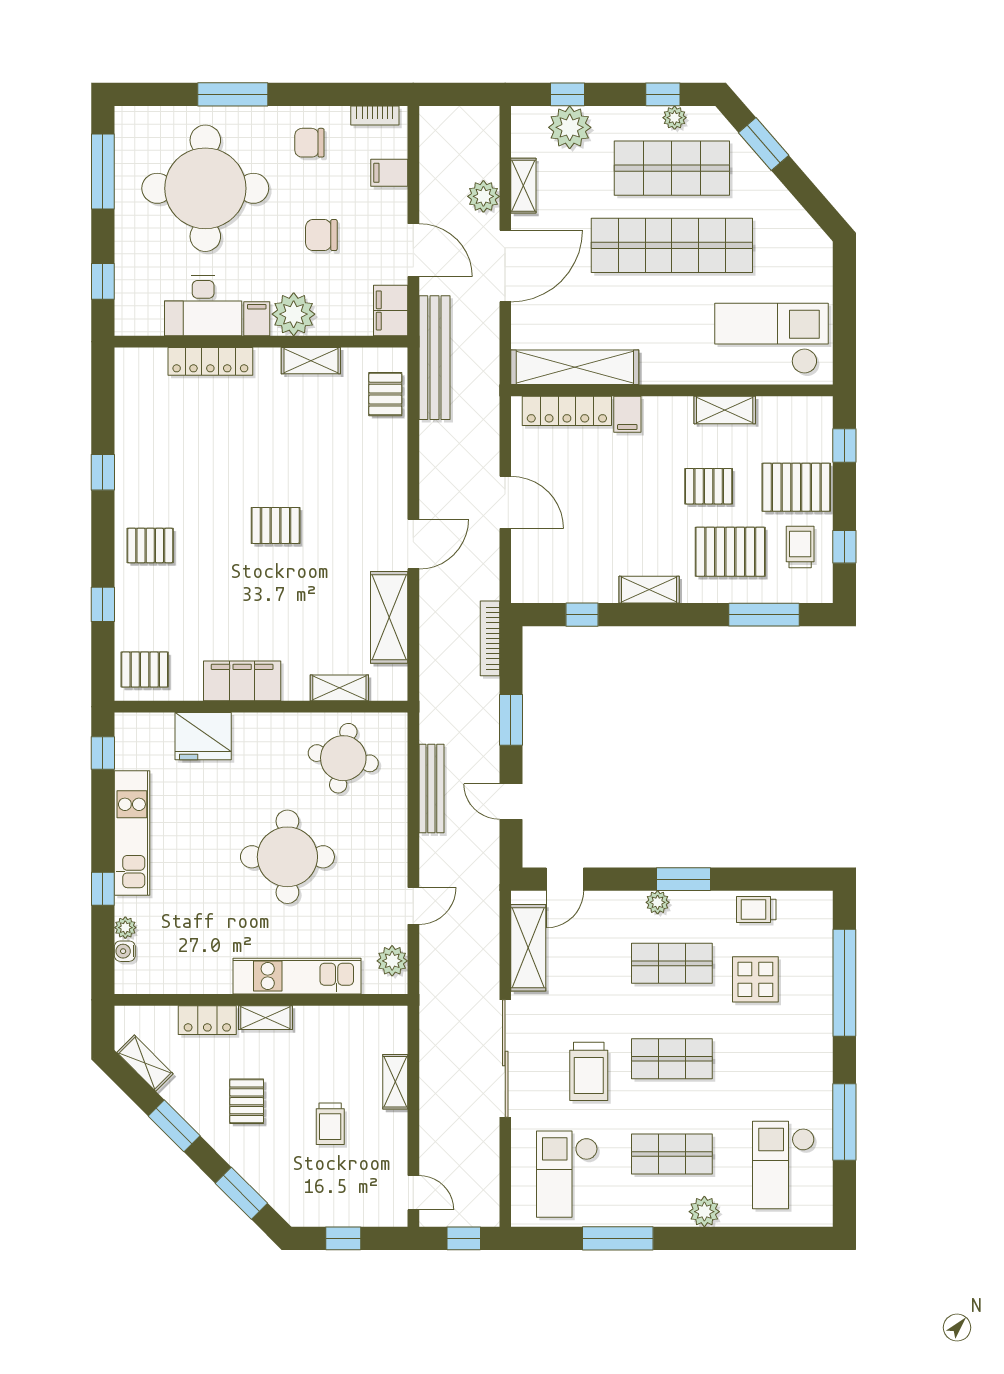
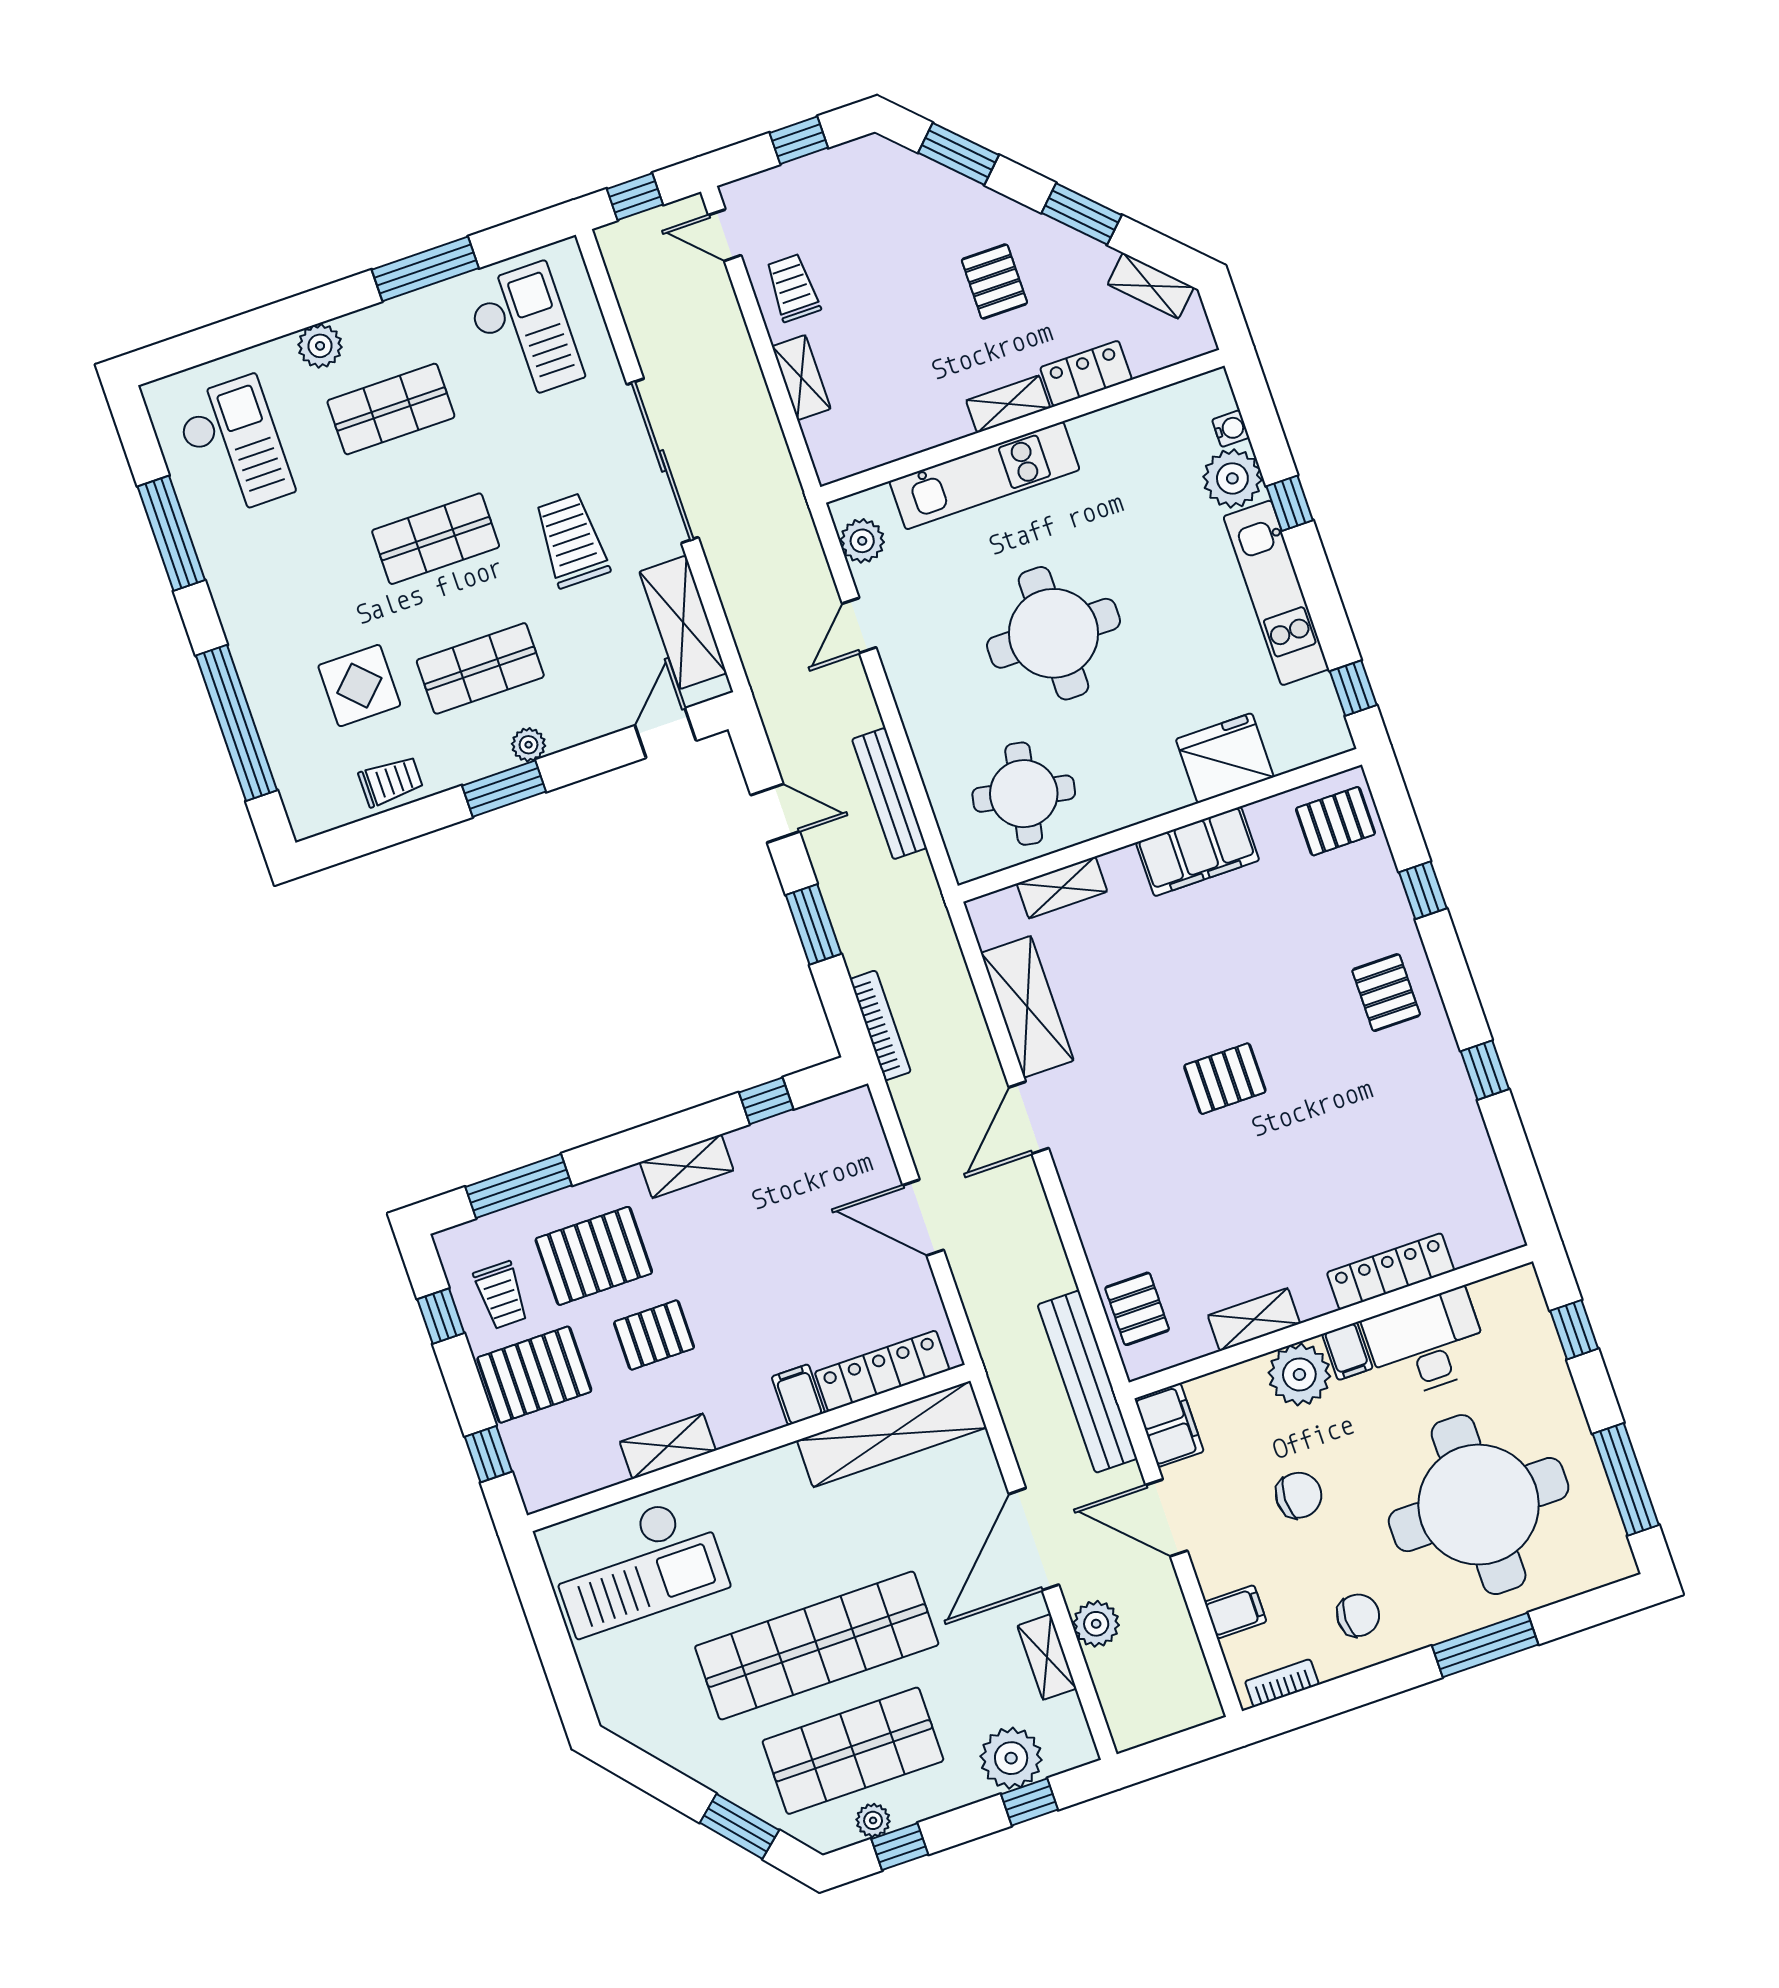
pallet: (150, 546) -> (1386, 993), turned 90
plant: (125, 928) -> (1232, 478), width x1.88, depth x1.88
trolley: (589, 1071) -> (572, 541), moved
trolley: (330, 1124) -> (793, 288), moved

